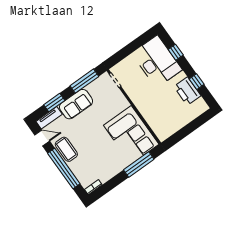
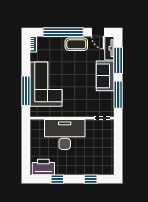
desk: (157, 62) -> (65, 135), moved, turned 180
printer: (187, 91) -> (43, 167), moved
window: (54, 103) -> (118, 60), width x1.44
corner sofa: (131, 135) -> (46, 84), moved, turned 90
door: (42, 138) -> (98, 32), hinge flipped

